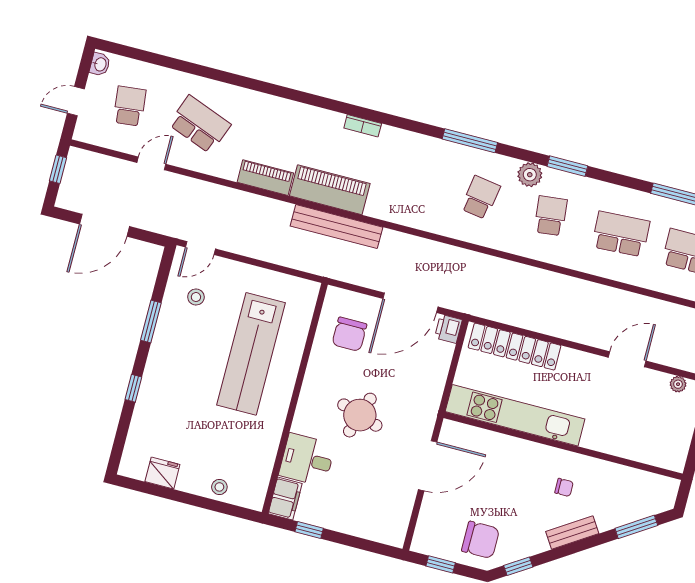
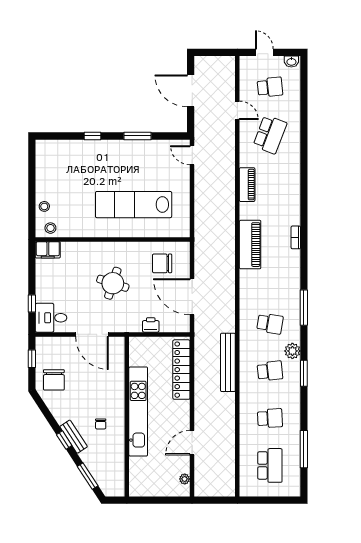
window: (58, 169) -> (218, 52), removed
piano: (330, 190) -> (250, 245), moved
bench: (336, 227) -> (228, 362), moved
school desk: (621, 234) -> (270, 418), width x0.54
stool: (196, 297) -> (50, 228), moved
printer: (448, 329) -> (151, 325), moved
door: (627, 359) -> (192, 443), swing flipped
kitchen unit: (515, 415) -> (138, 411), moved
desk: (307, 460) -> (51, 318), moved, turned -90
fridge: (162, 473) -> (44, 168), removed
window: (309, 530) -> (32, 304), moved
window: (518, 566) -> (64, 440), moved

